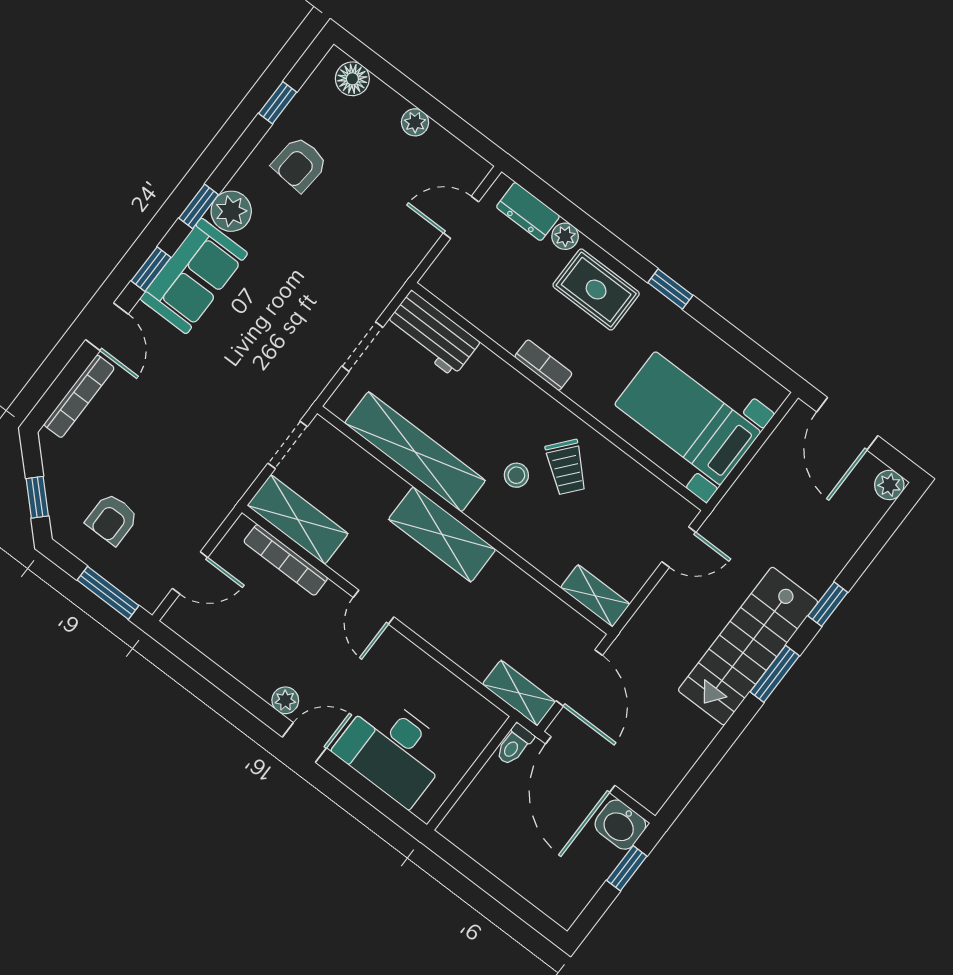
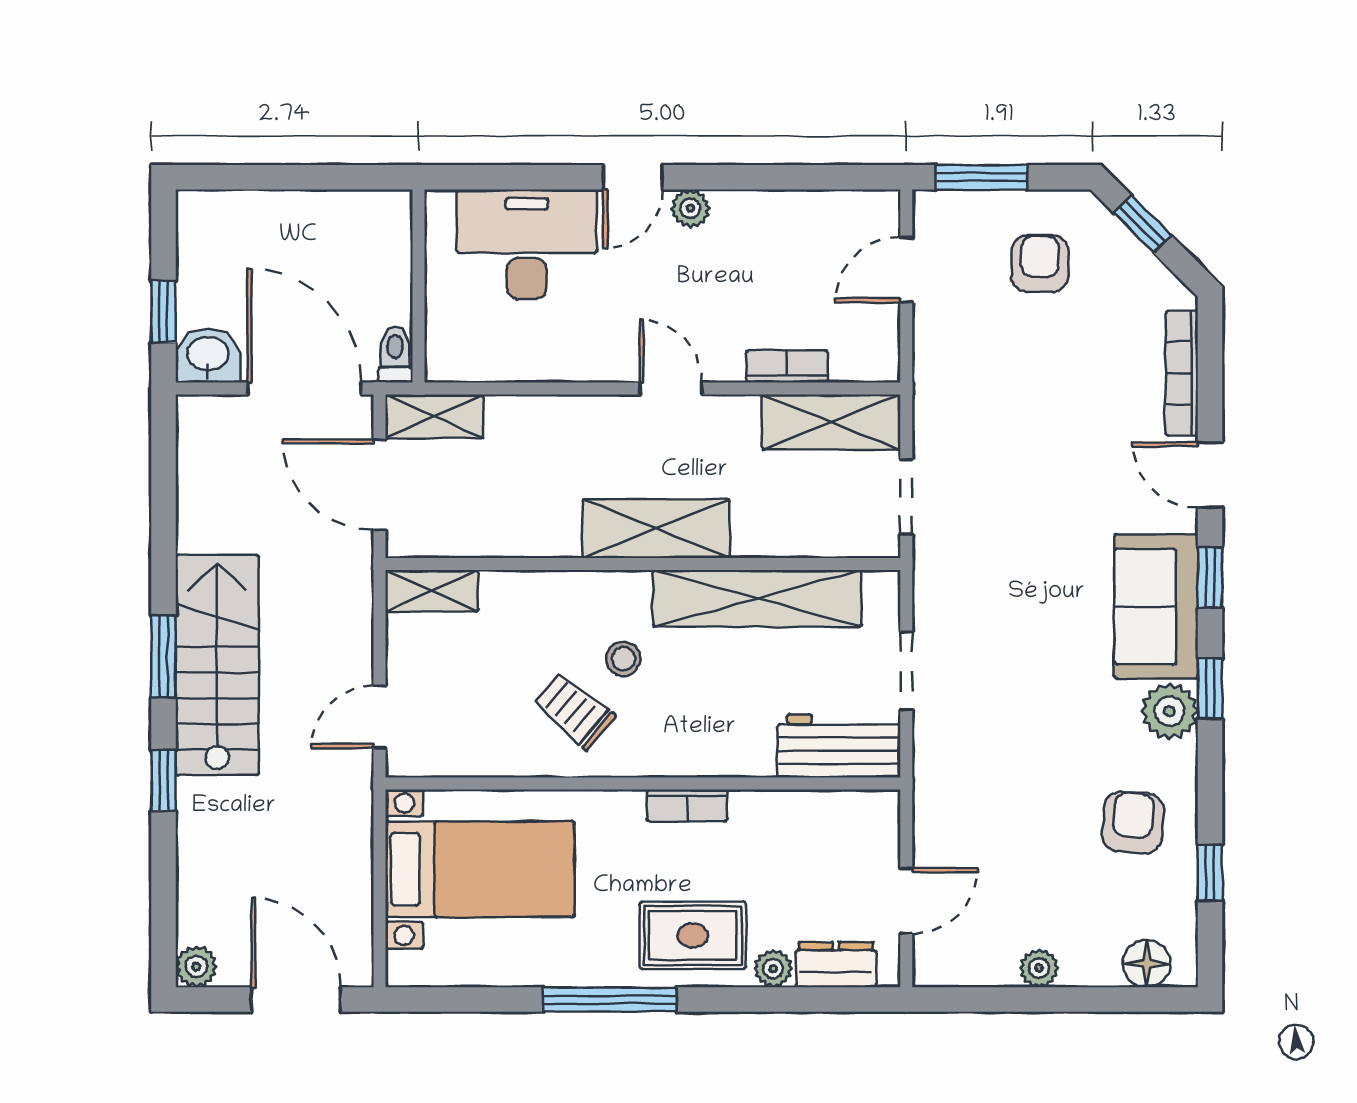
window: (670, 289) -> (610, 999), width x2.17
bookcase: (286, 560) -> (787, 366), width x0.64

